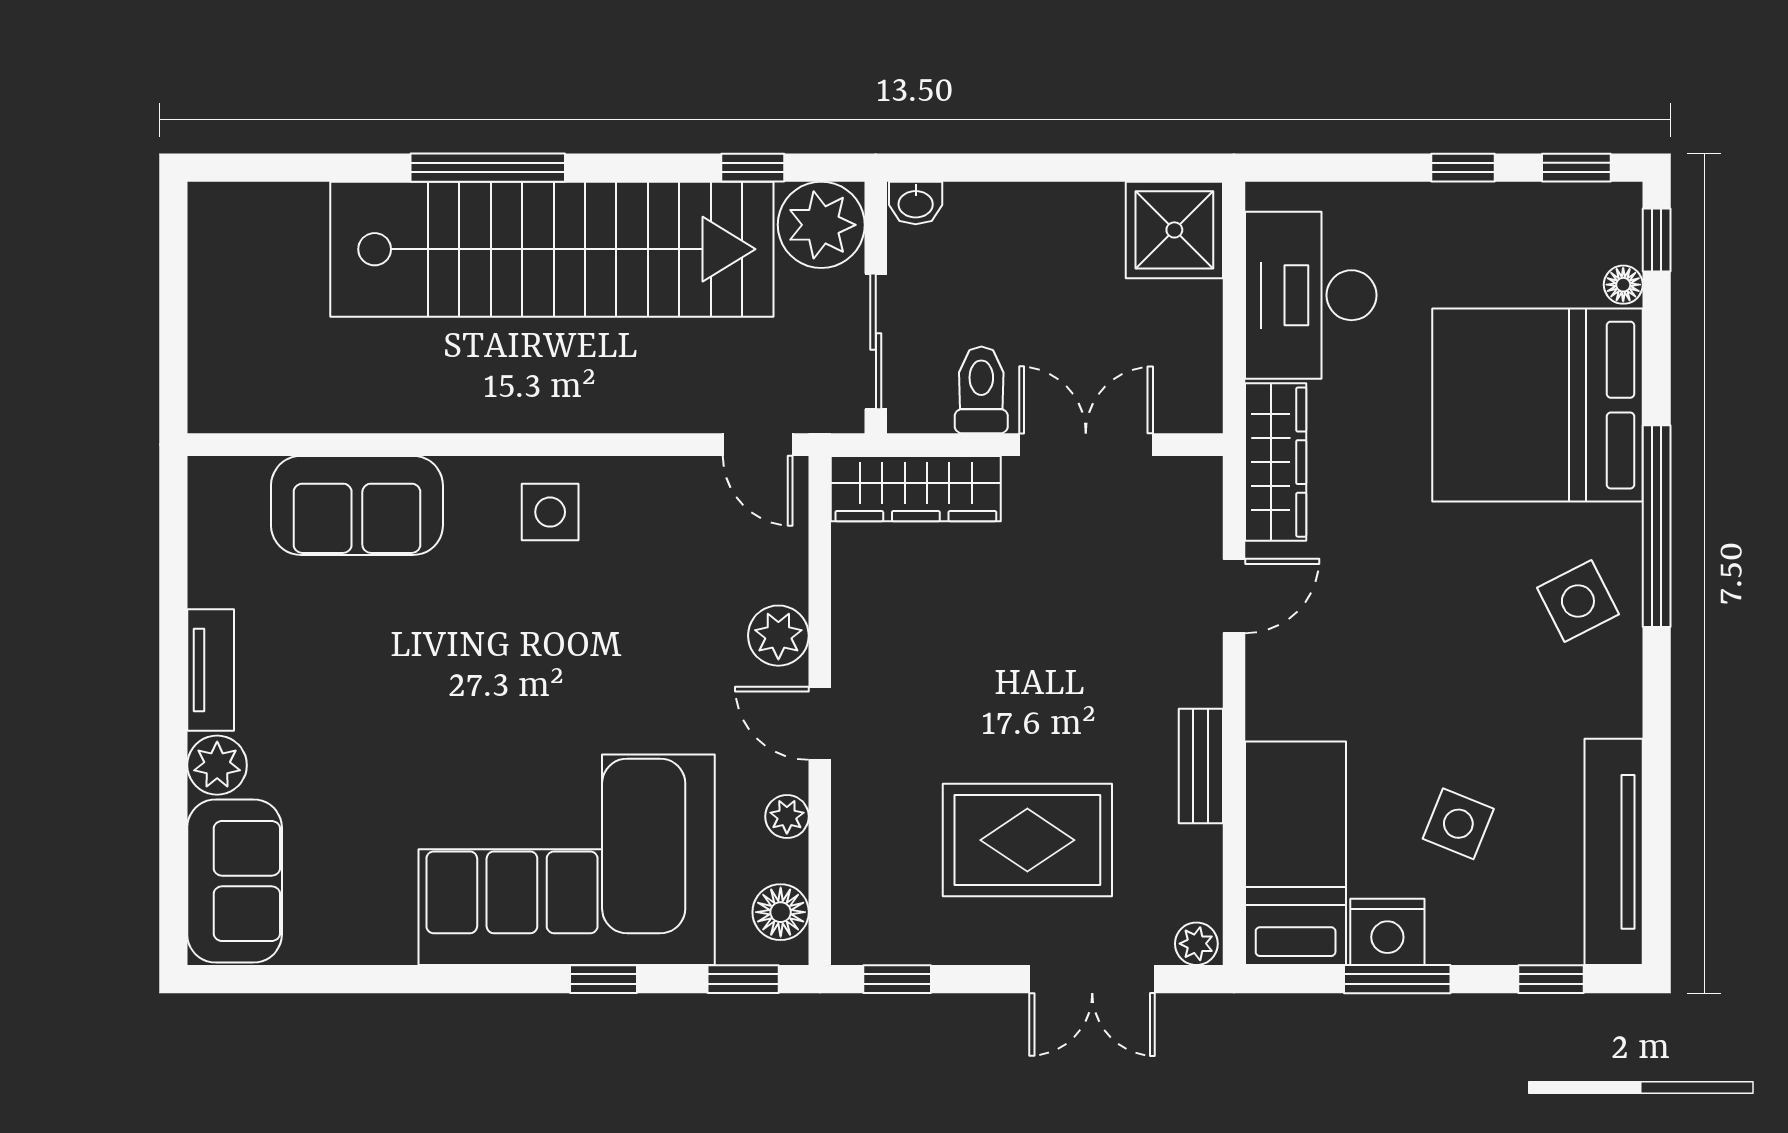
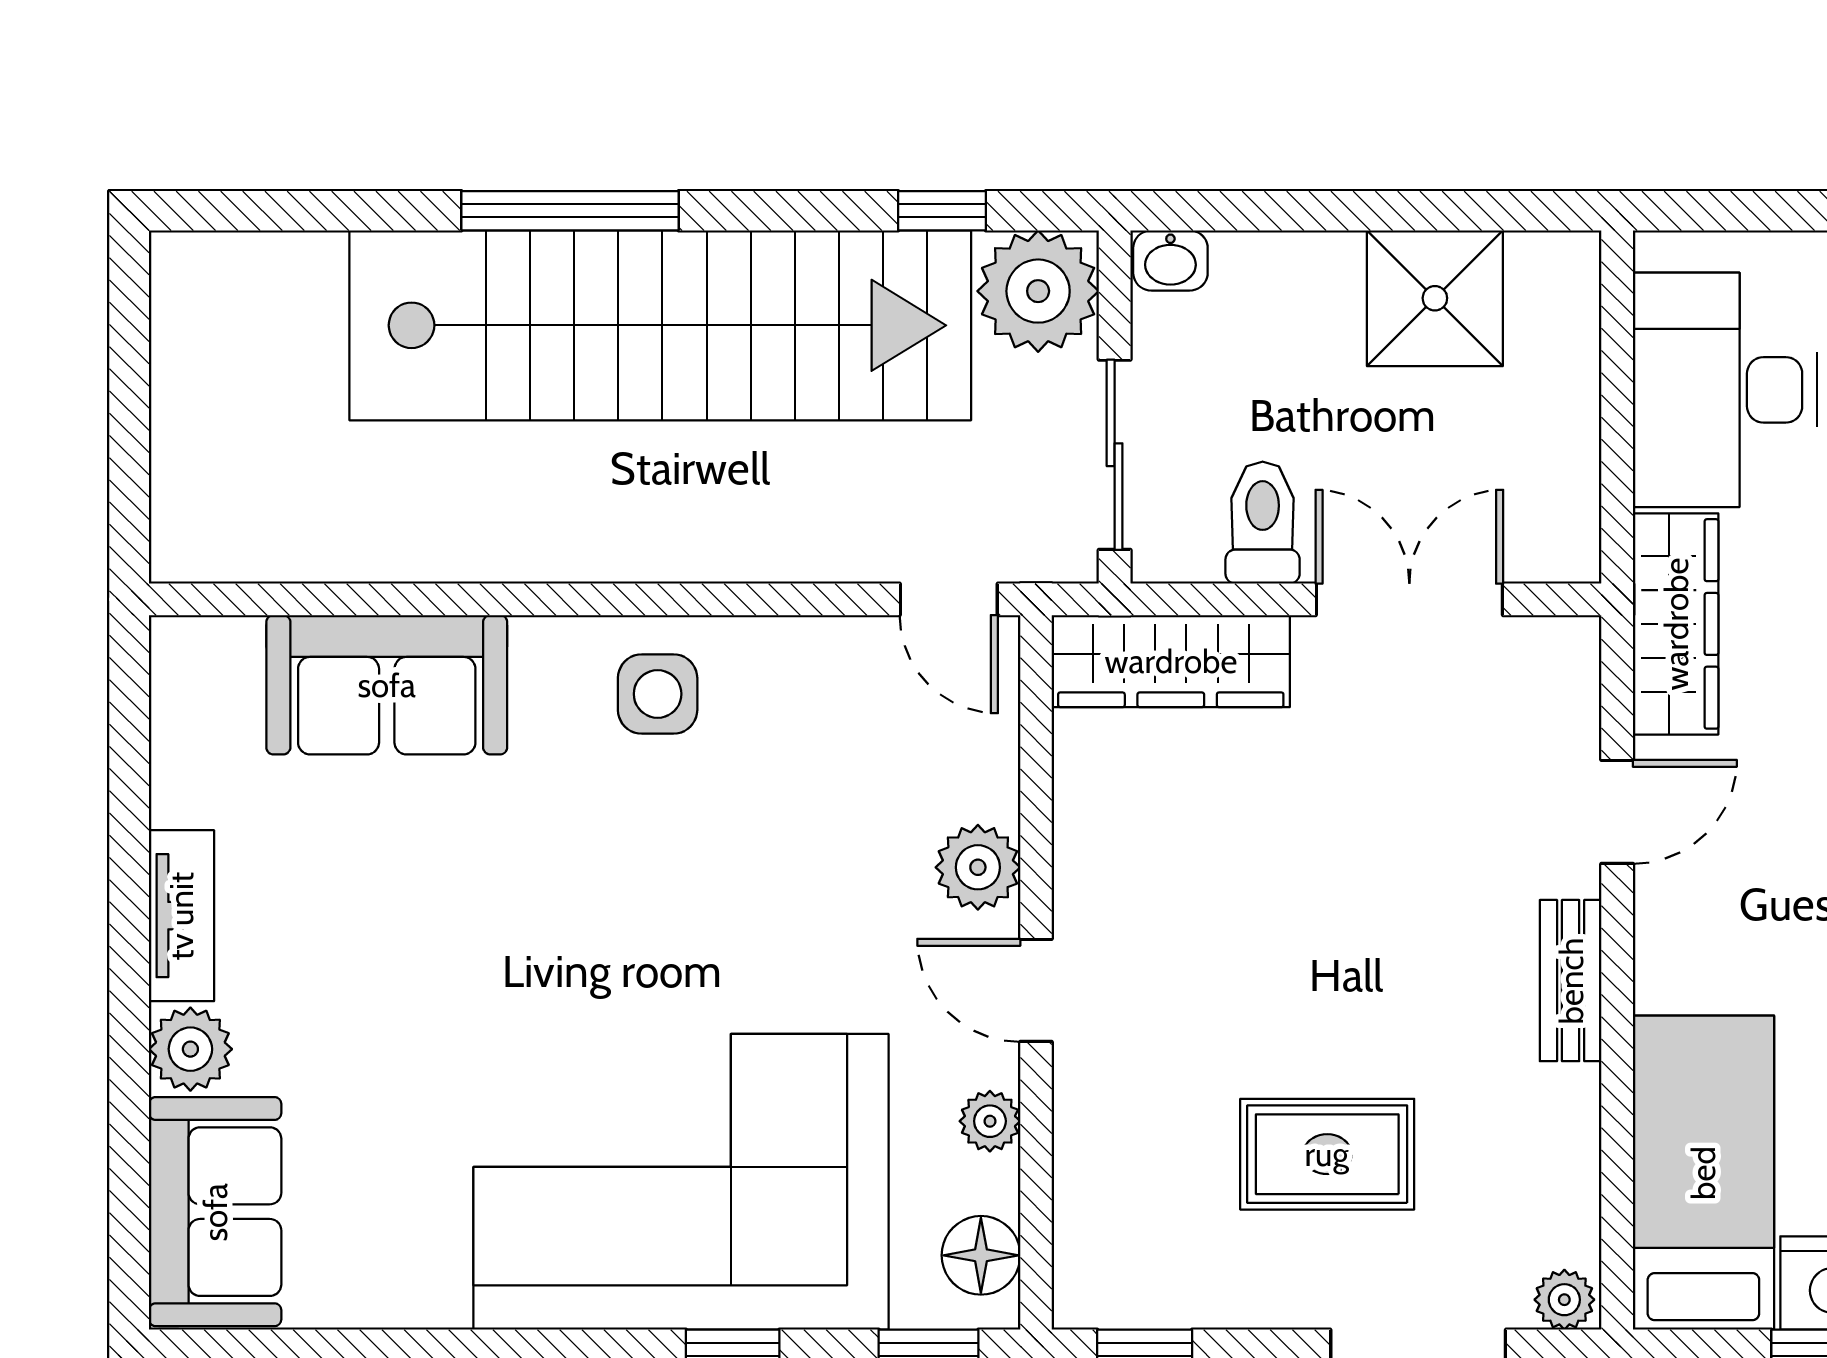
shower: (1174, 230) -> (1435, 298), moved
bench: (1201, 766) -> (1571, 981), moved
rug: (1027, 840) -> (1327, 1154), width x0.73, depth x0.70

